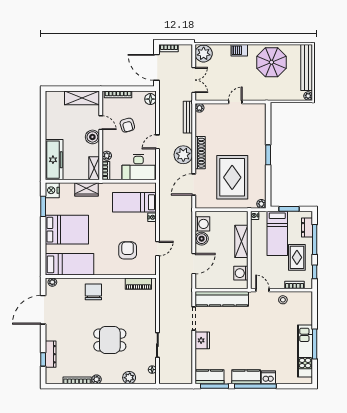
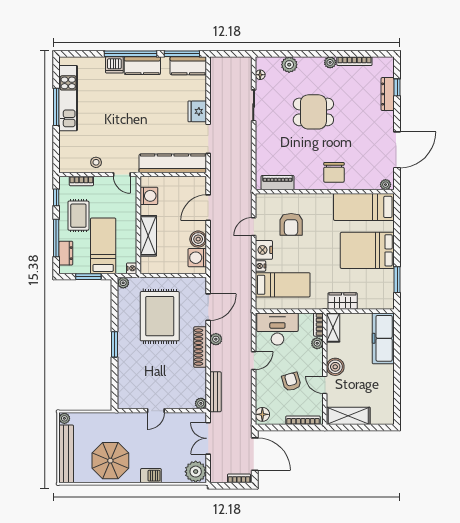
plant: (183, 155) -> (216, 339), width x0.53, depth x0.53
nightstand: (52, 190) -> (264, 250), moved, turned 180

